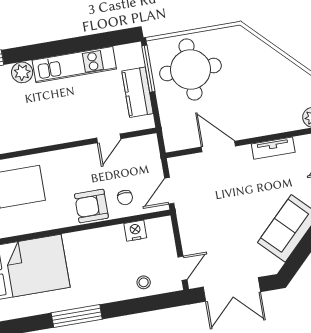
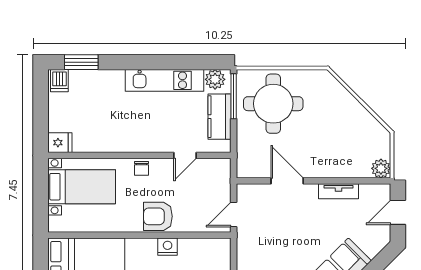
plant: (22, 72) -> (215, 79), moved
chair: (125, 198) -> (142, 168), moved
nightstand: (135, 231) -> (168, 247), moved

